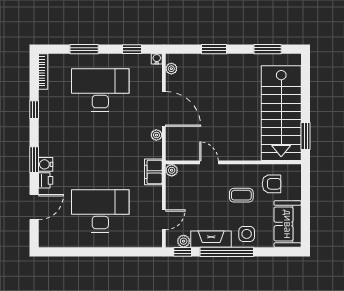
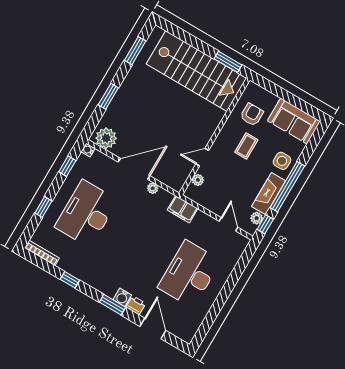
window: (84, 49) -> (43, 207), width x0.67
plant: (171, 69) -> (106, 138), width x1.87, depth x1.87
plant: (172, 170) -> (198, 180), moved

